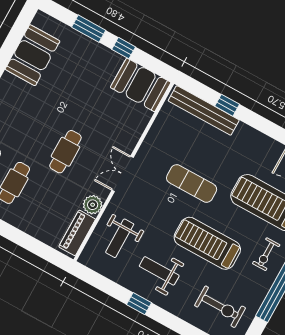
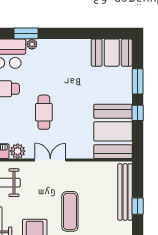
booth: (32, 55) -> (112, 53), moved
booth: (141, 85) -> (113, 131), width x1.36, depth x1.42
cafe table: (65, 152) -> (44, 112), turned 90

